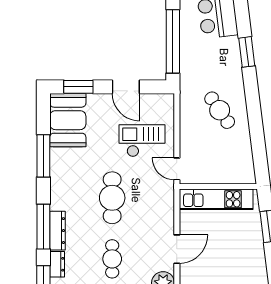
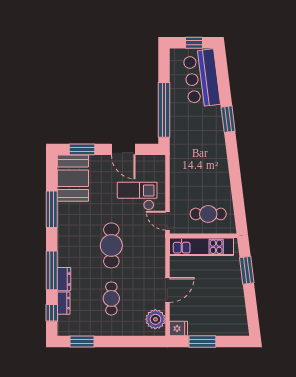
cafe table: (220, 110) -> (208, 214), moved, turned -56
dresser: (57, 231) -> (64, 279), width x0.70

